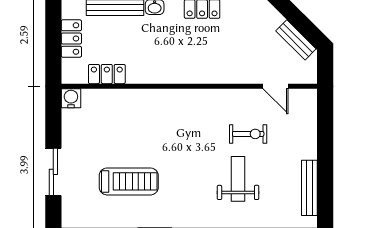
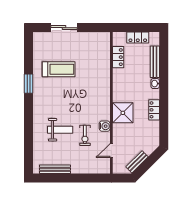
shower: (208, 65) -> (123, 113), added
water cooler: (71, 98) -> (105, 126), moved
treadmill: (129, 181) -> (59, 69), turned -90

